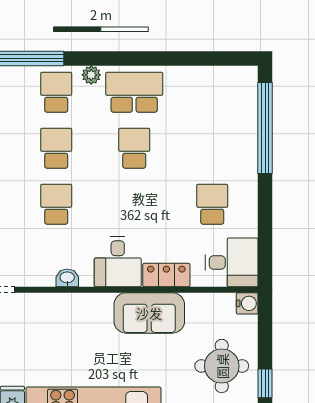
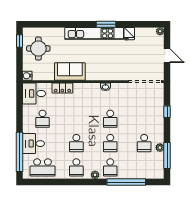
school desk: (134, 92) -> (76, 167), width x0.54
school desk: (212, 92) -> (42, 167), added
desk: (118, 262) -> (34, 144), moved, turned -90

